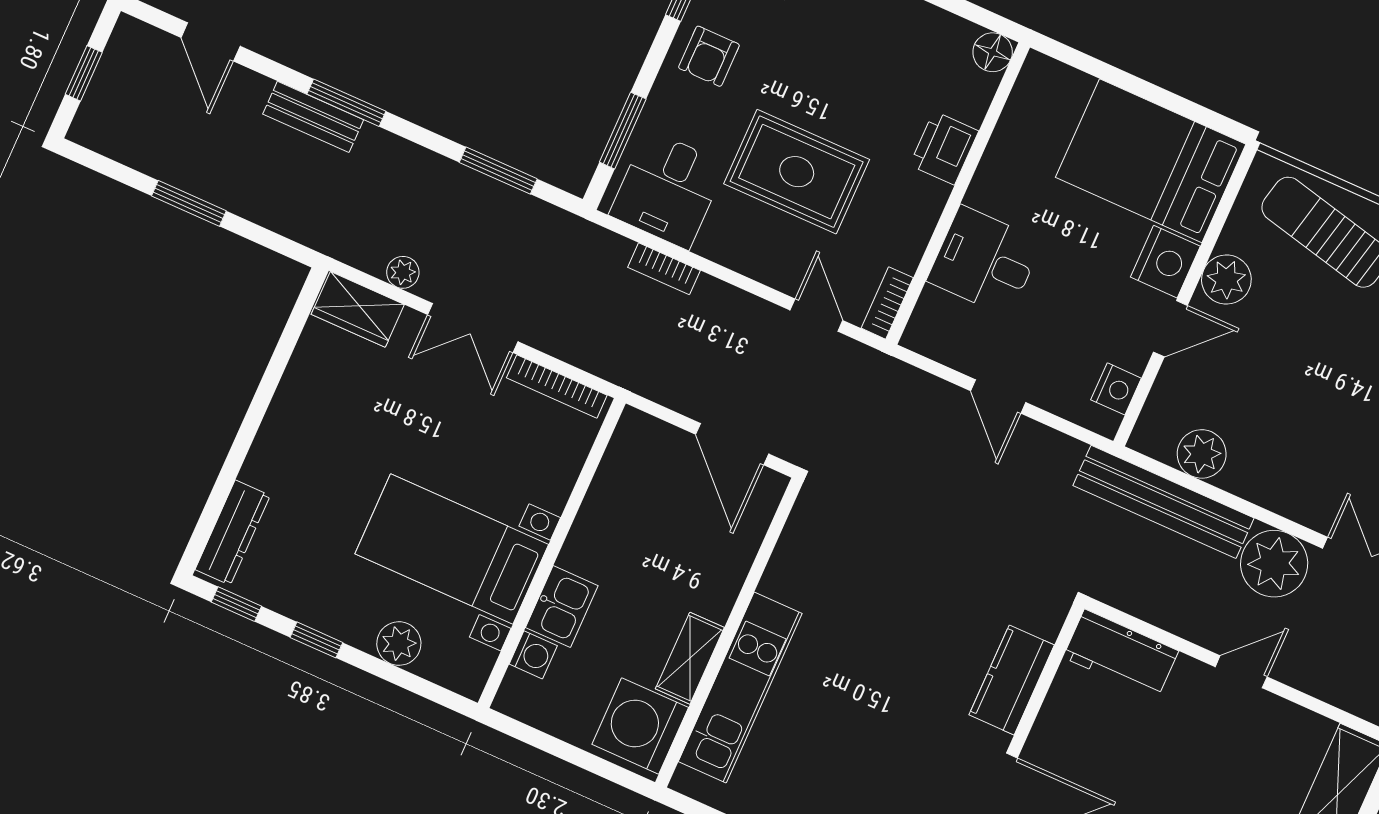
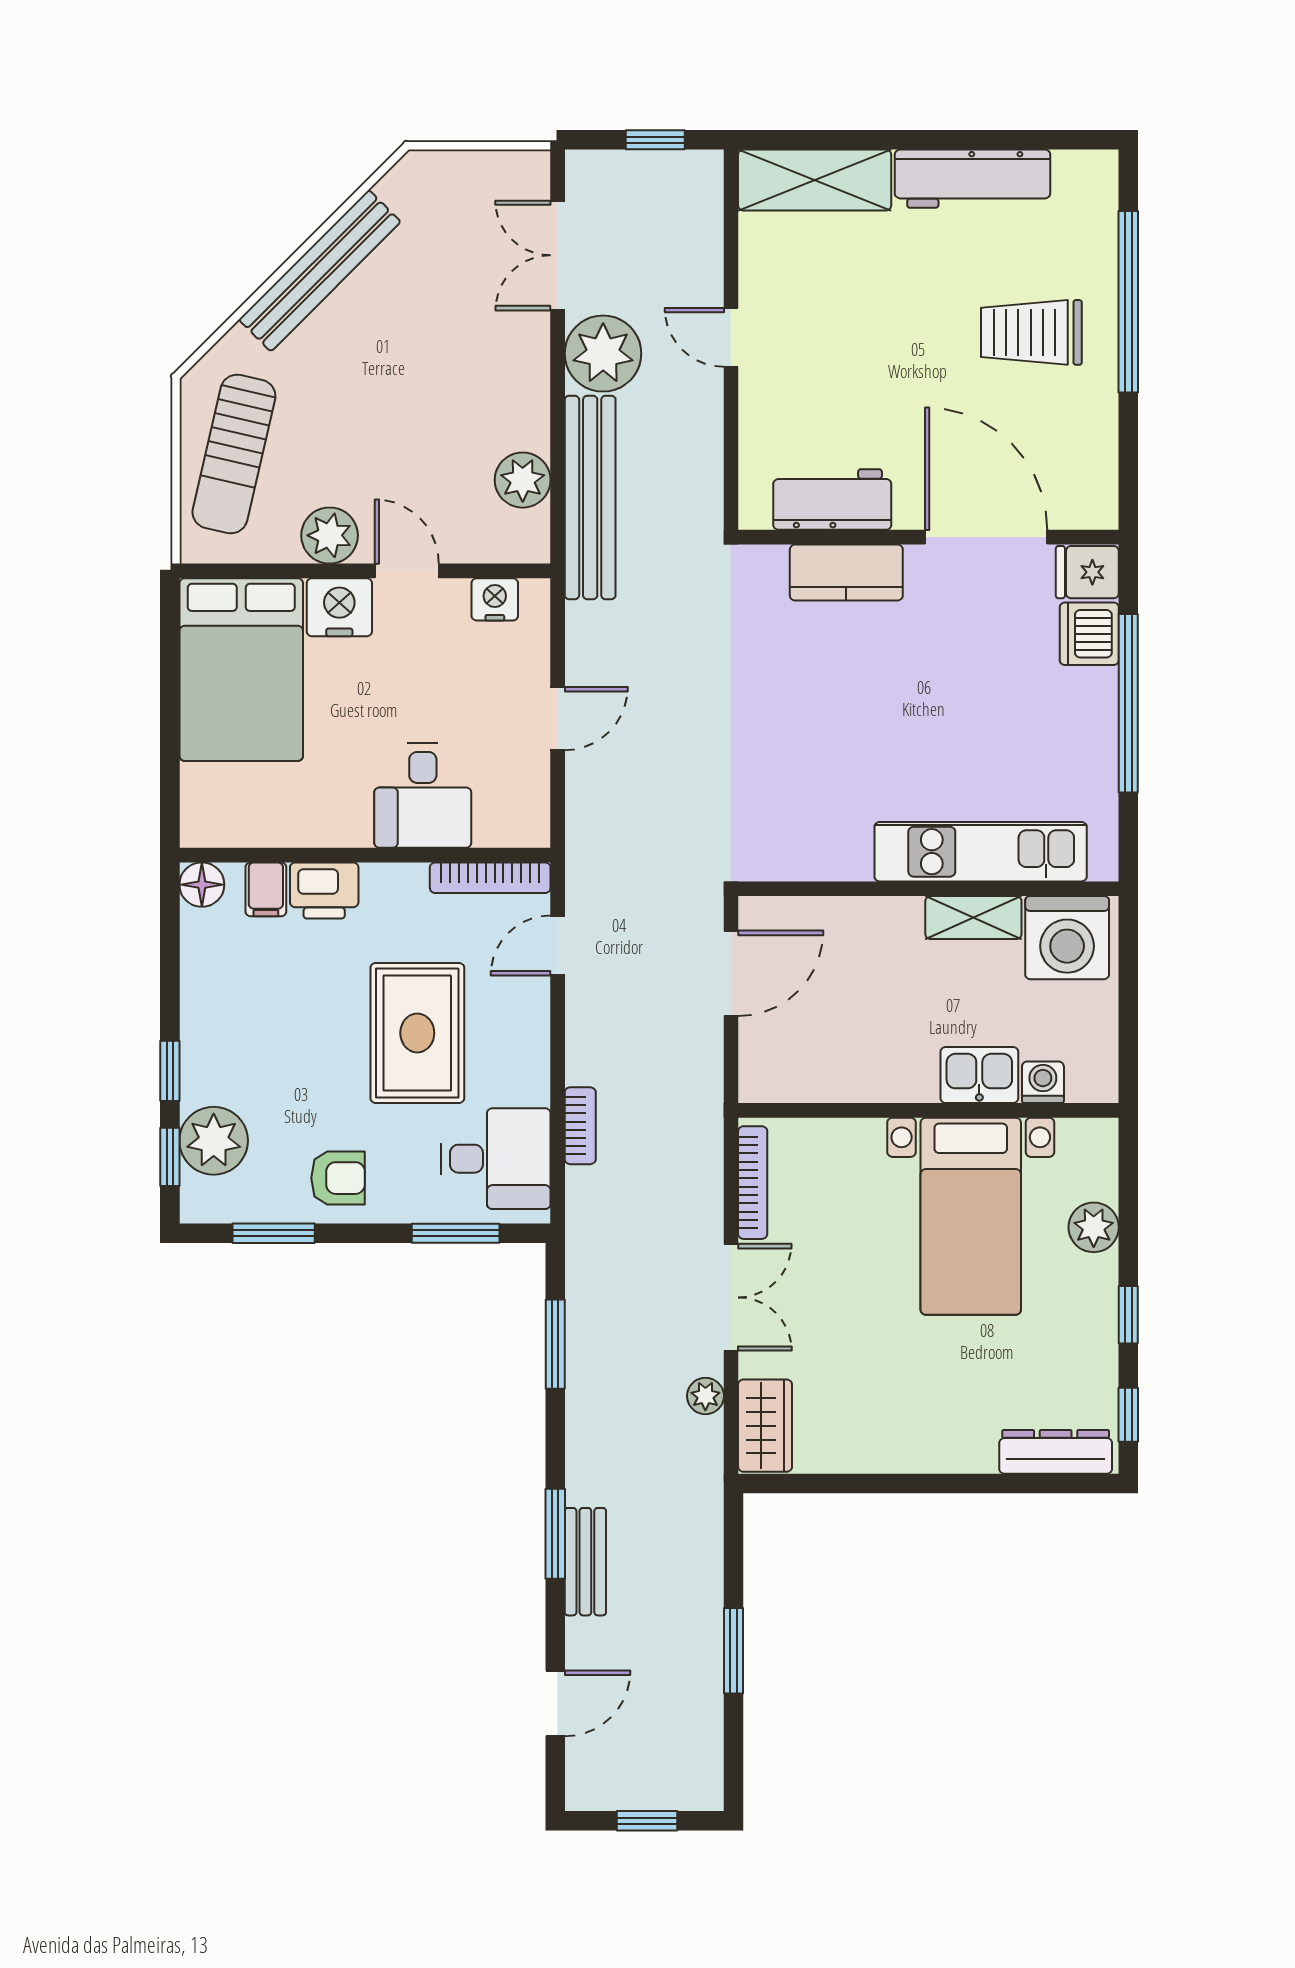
filing cabinet: (966, 102) -> (266, 889), added
bookcase: (887, 303) -> (490, 878), width x1.56
workbench: (1121, 654) -> (832, 500), moved, turned -90

